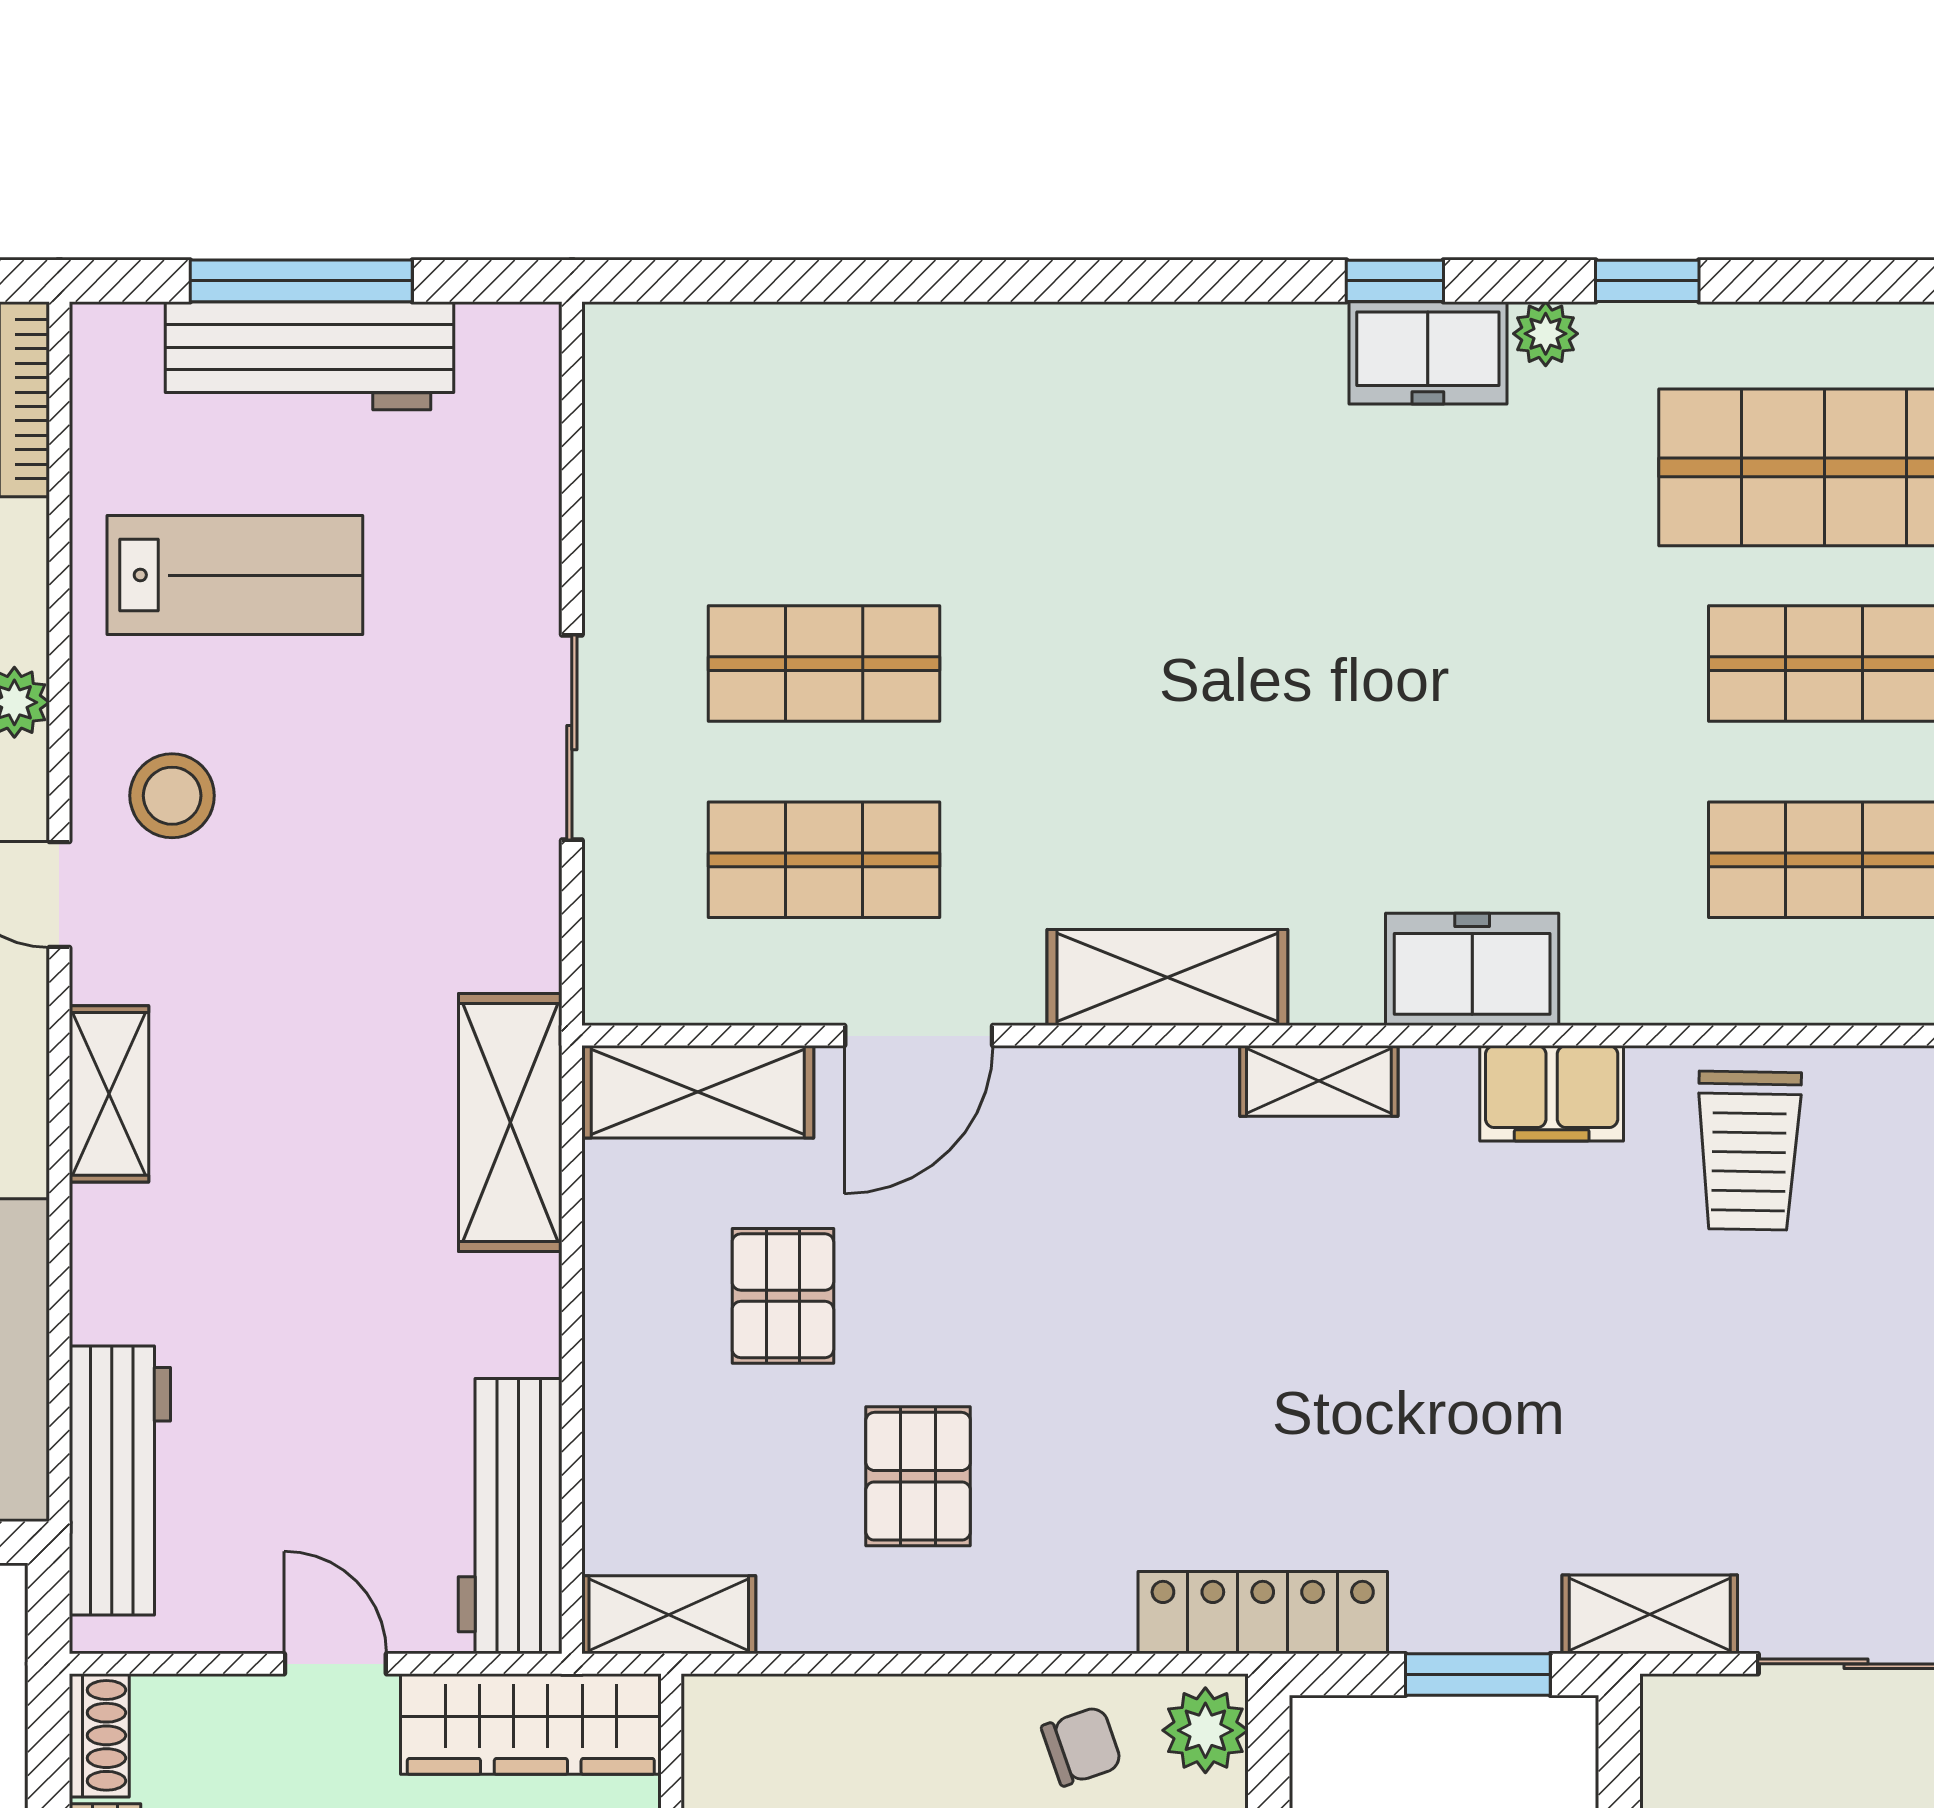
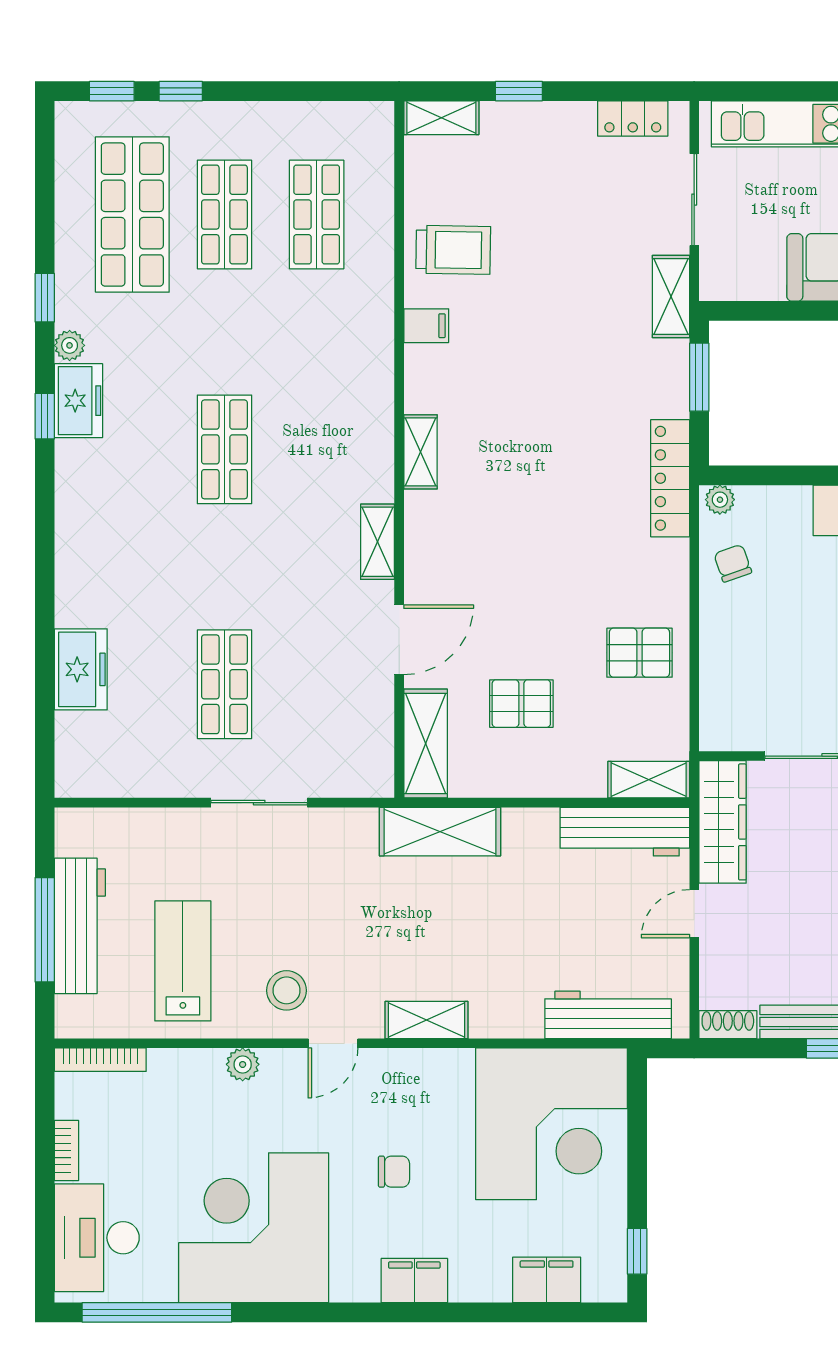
shop shelf: (824, 860) -> (224, 449), moved
freezer: (1472, 969) -> (81, 669), moved, turned 180
shelving: (1167, 978) -> (378, 542), width x0.67, depth x0.75
door: (919, 1036) -> (399, 640), hinge flipped
filing cabinet: (1552, 1093) -> (426, 326), width x0.50
pallet: (918, 1476) -> (639, 653), moved
shelving: (669, 1615) -> (649, 780), moved, turned 90
plant: (1205, 1730) -> (720, 500), width x0.73, depth x0.73

